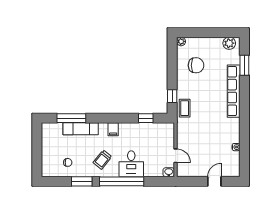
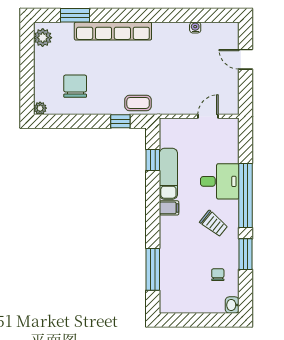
exam couch: (81, 129) -> (168, 174), moved
washbasin: (169, 172) -> (232, 305), moved

